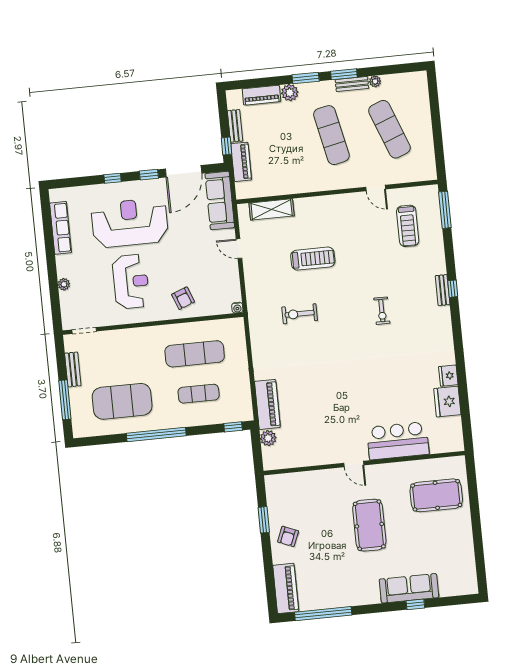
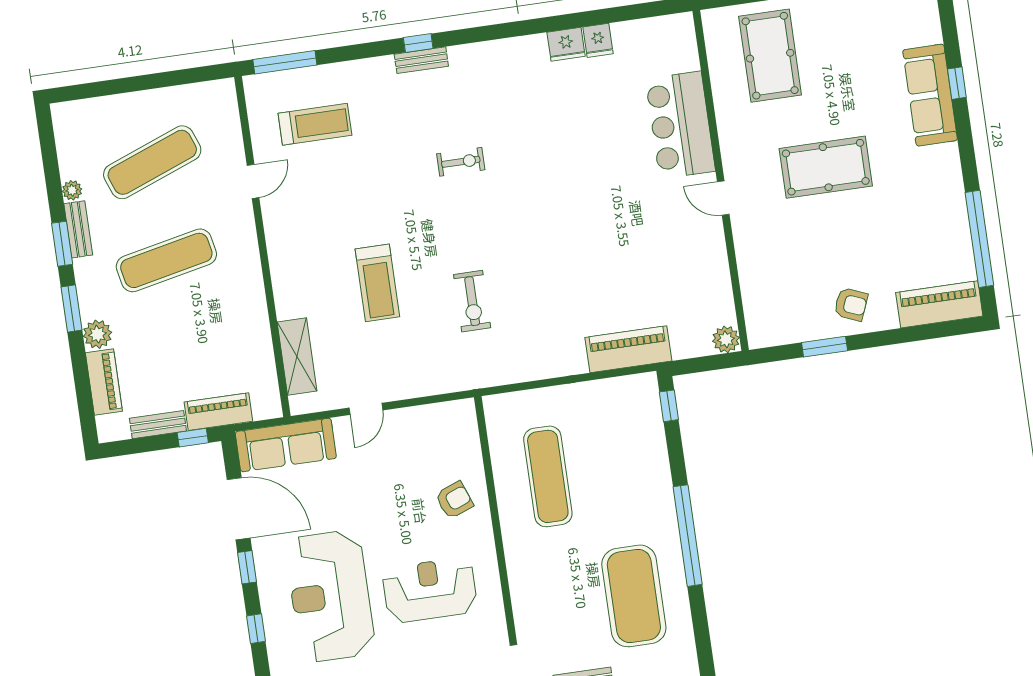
treadmill: (313, 259) -> (377, 283), turned 180
water cooler: (237, 308) -> (466, 407), removed
exercise mat: (199, 394) -> (615, 467), removed
fridge: (447, 402) -> (598, 40), width x0.53, depth x0.75
plant: (268, 438) -> (726, 339), moved
door: (354, 464) -> (723, 198), swing flipped

